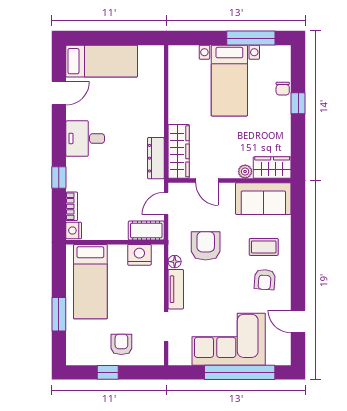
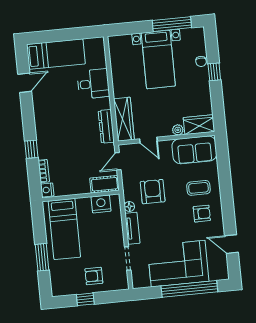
desk: (85, 138) -> (93, 84), moved, turned 180
armchair: (265, 280) -> (202, 214), turned -94
armchair: (121, 344) -> (94, 276), turned -90

